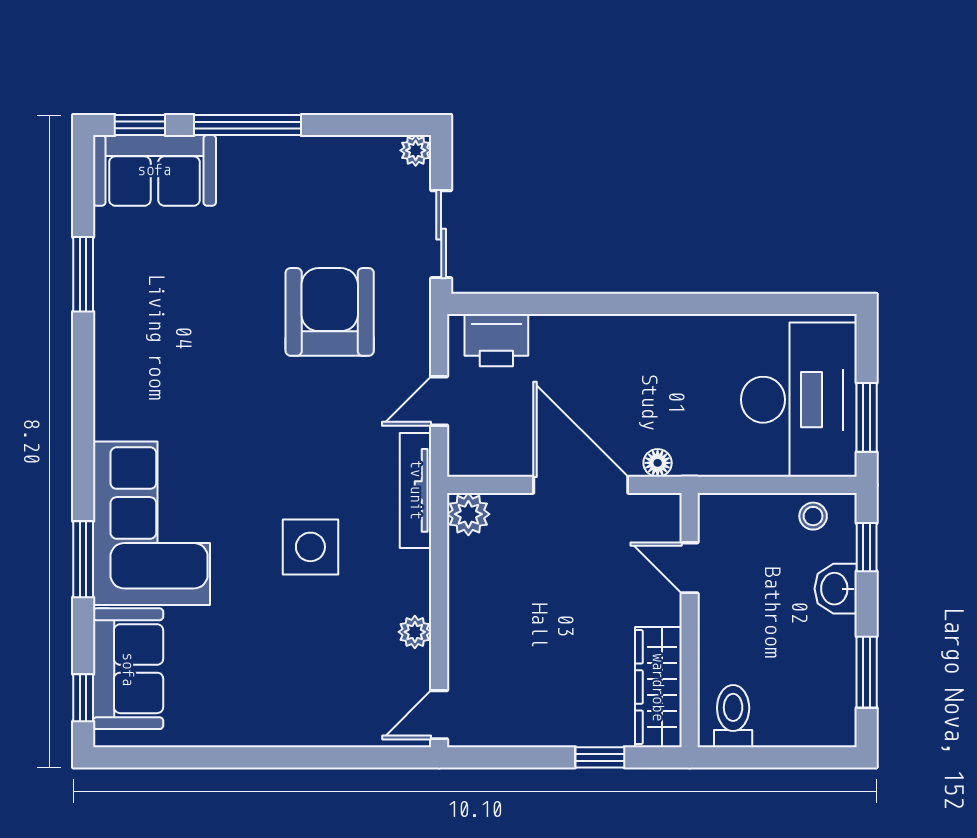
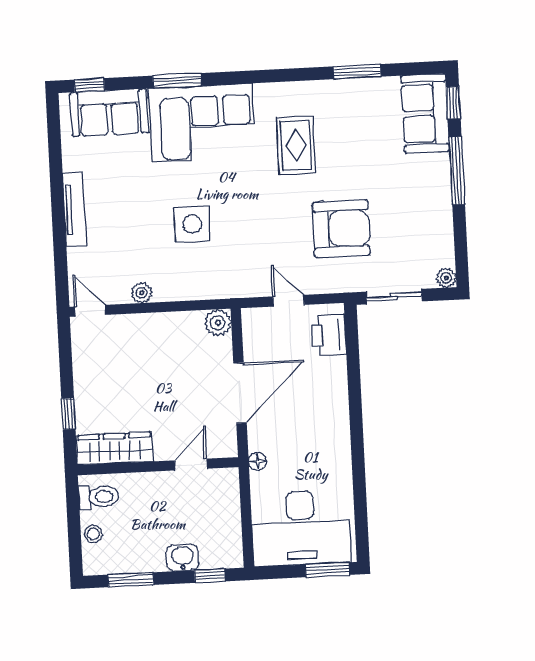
rug: (195, 377) -> (296, 145), added
window: (867, 417) -> (328, 570), moved
floor lamp: (658, 463) -> (257, 462), moved
tv unit: (416, 490) -> (74, 210), moved, turned 90
stool: (813, 516) -> (93, 534), moved

